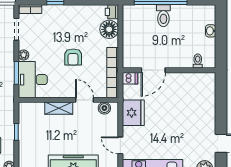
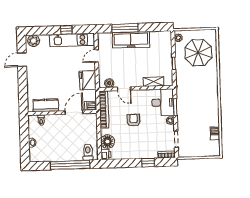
toilet: (163, 16) -> (88, 152), moved
kitchen counter: (191, 81) -> (46, 105), added
shelving: (59, 108) -> (154, 82), moved
door: (120, 145) -> (96, 56), swing flipped

